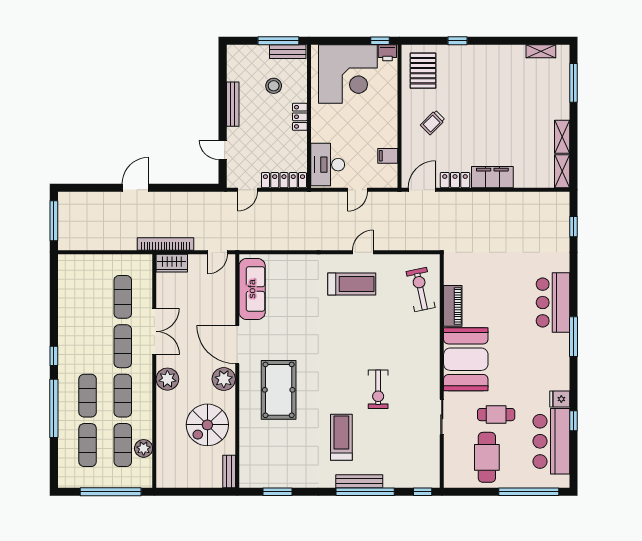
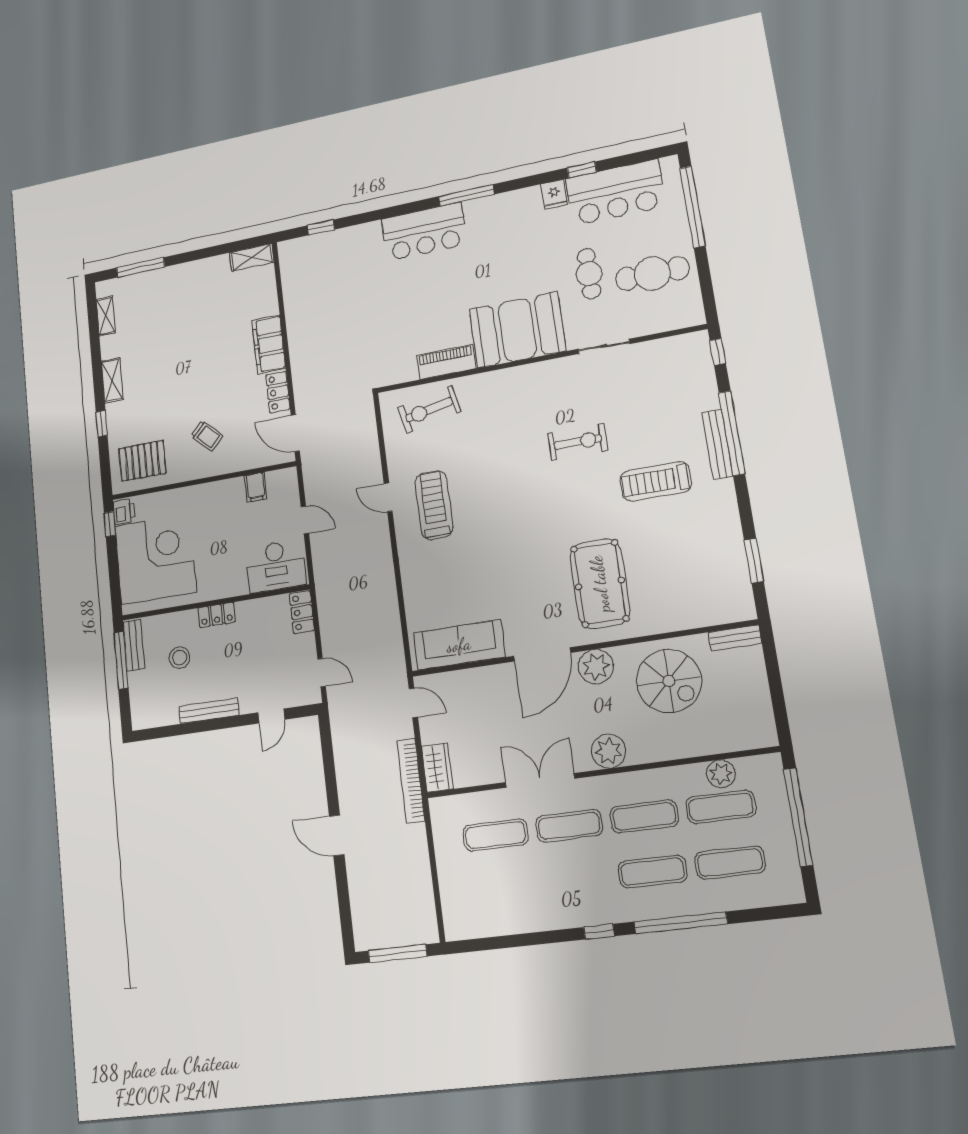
shelving: (562, 137) -> (112, 380), moved, turned 90
locker: (284, 180) -> (302, 612), width x0.66
pool table: (279, 390) -> (600, 584), turned 90

